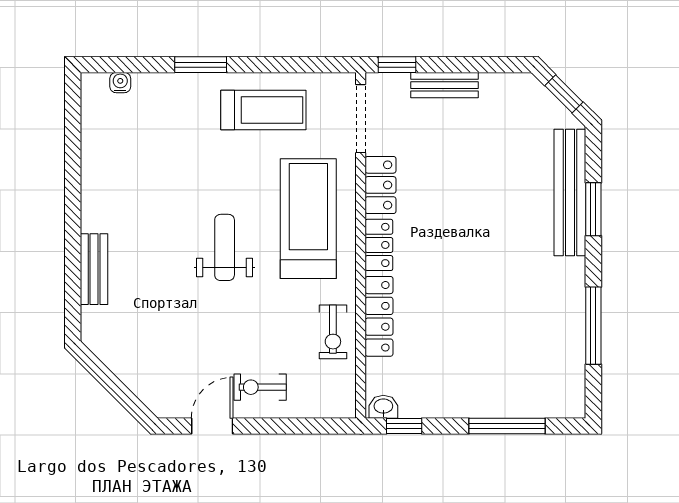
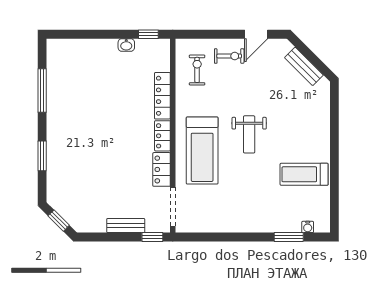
window: (201, 65) -> (289, 237), moved
treadmill: (263, 110) -> (304, 174), moved
bench: (570, 193) -> (55, 165), removed
bench: (94, 269) -> (304, 66), moved, turned -45
exercise bike: (333, 332) -> (197, 70), moved
washbasin: (383, 407) -> (126, 45), moved
window: (507, 426) -> (91, 34), removed

